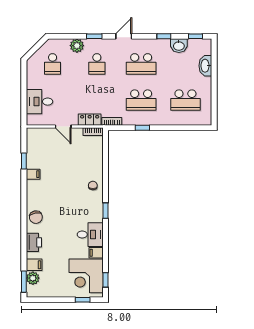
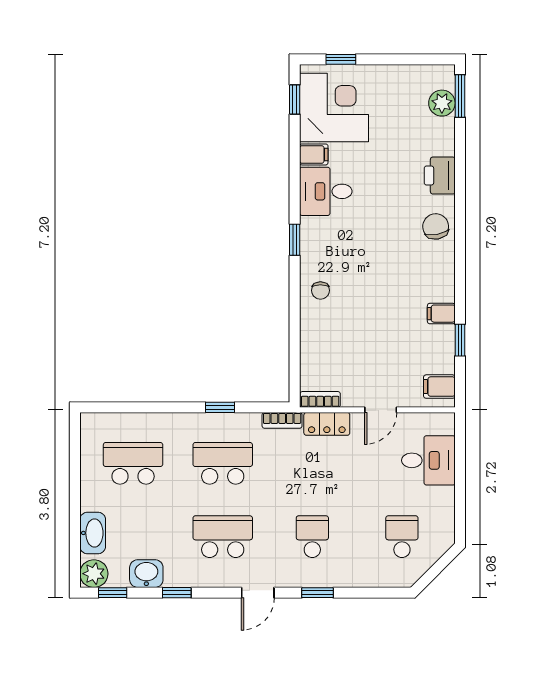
plant: (77, 46) -> (94, 574), moved
door: (63, 127) -> (381, 410), swing flipped
filing cabinet: (34, 265) -> (439, 387), moved

